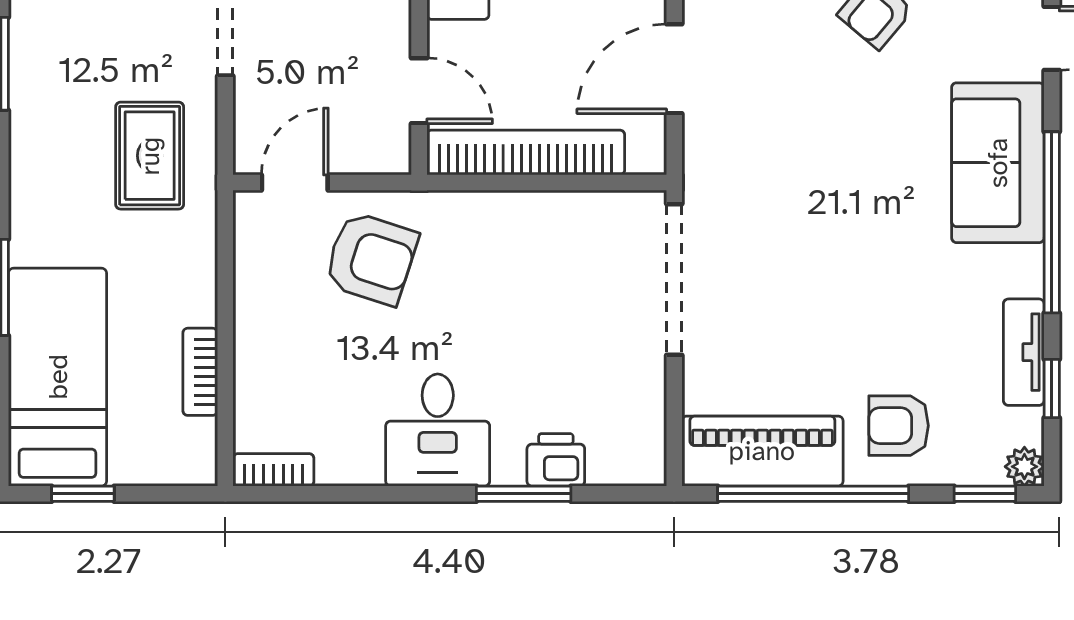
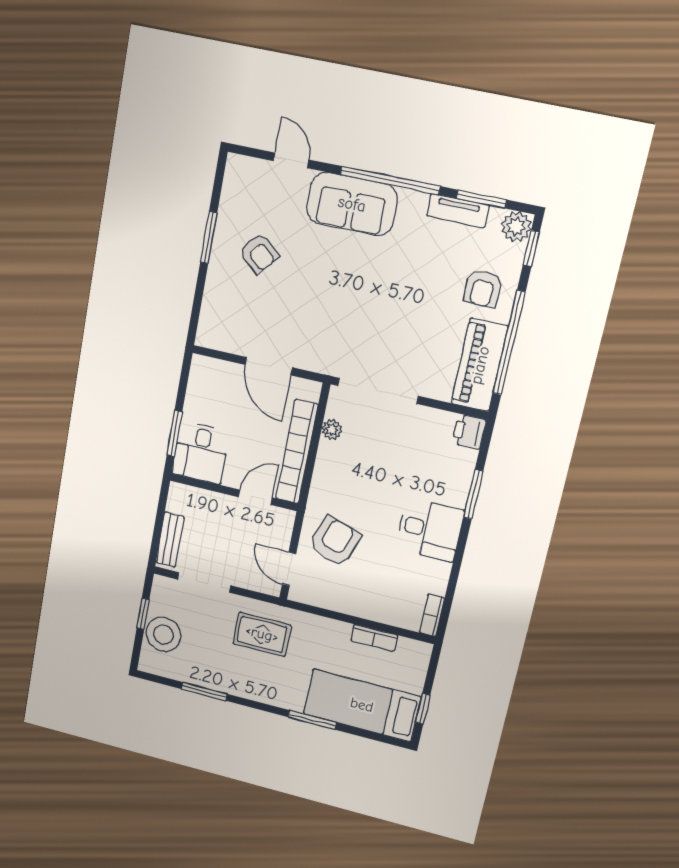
plant: (583, 210) -> (332, 429), added
window: (1052, 388) -> (481, 199), width x1.50
printer: (556, 460) -> (469, 432), moved
plant: (1024, 467) -> (516, 227), width x1.38, depth x1.38

